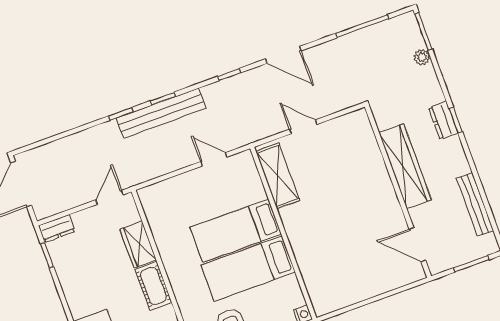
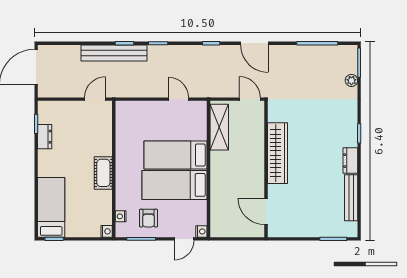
bench: (161, 113) -> (114, 53), moved
dresser: (443, 120) -> (350, 161), moved
wardrobe: (405, 166) -> (277, 153), moved
wall: (398, 191) -> (266, 169), moved
dresser: (57, 228) -> (45, 137), moved, turned -90
wardrobe: (138, 244) -> (103, 140), removed
door: (417, 245) -> (266, 212), moved

